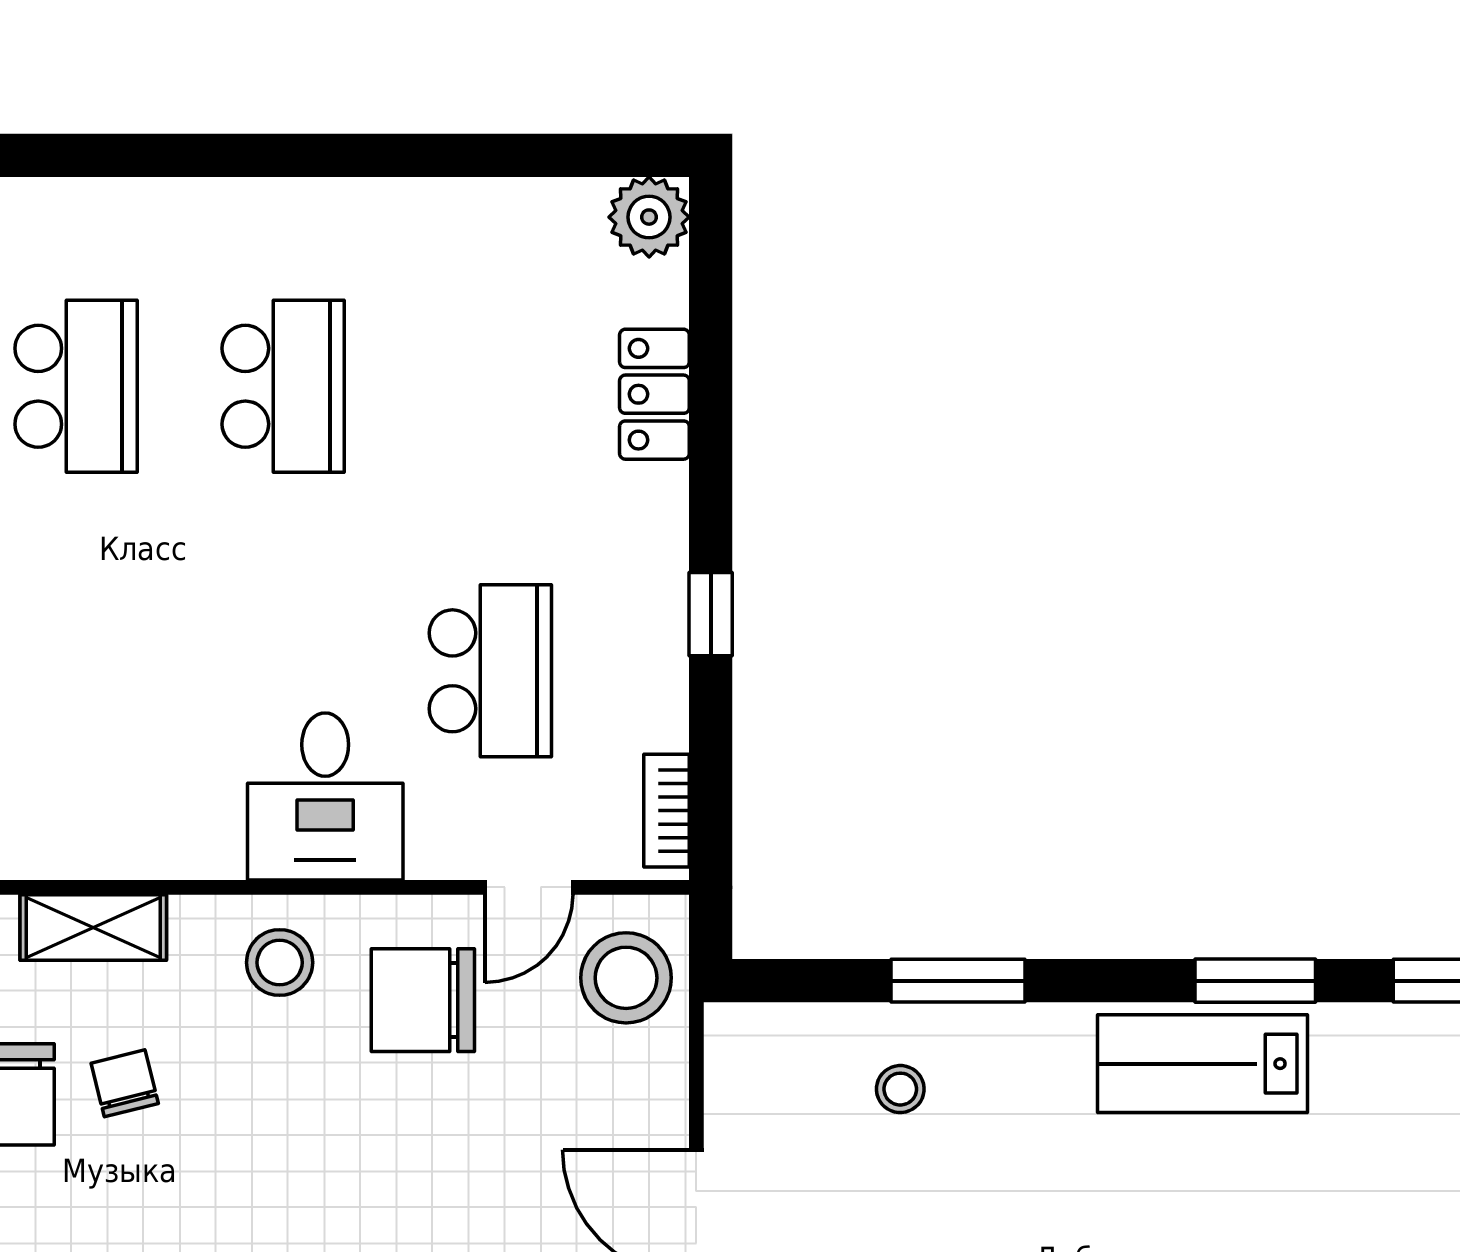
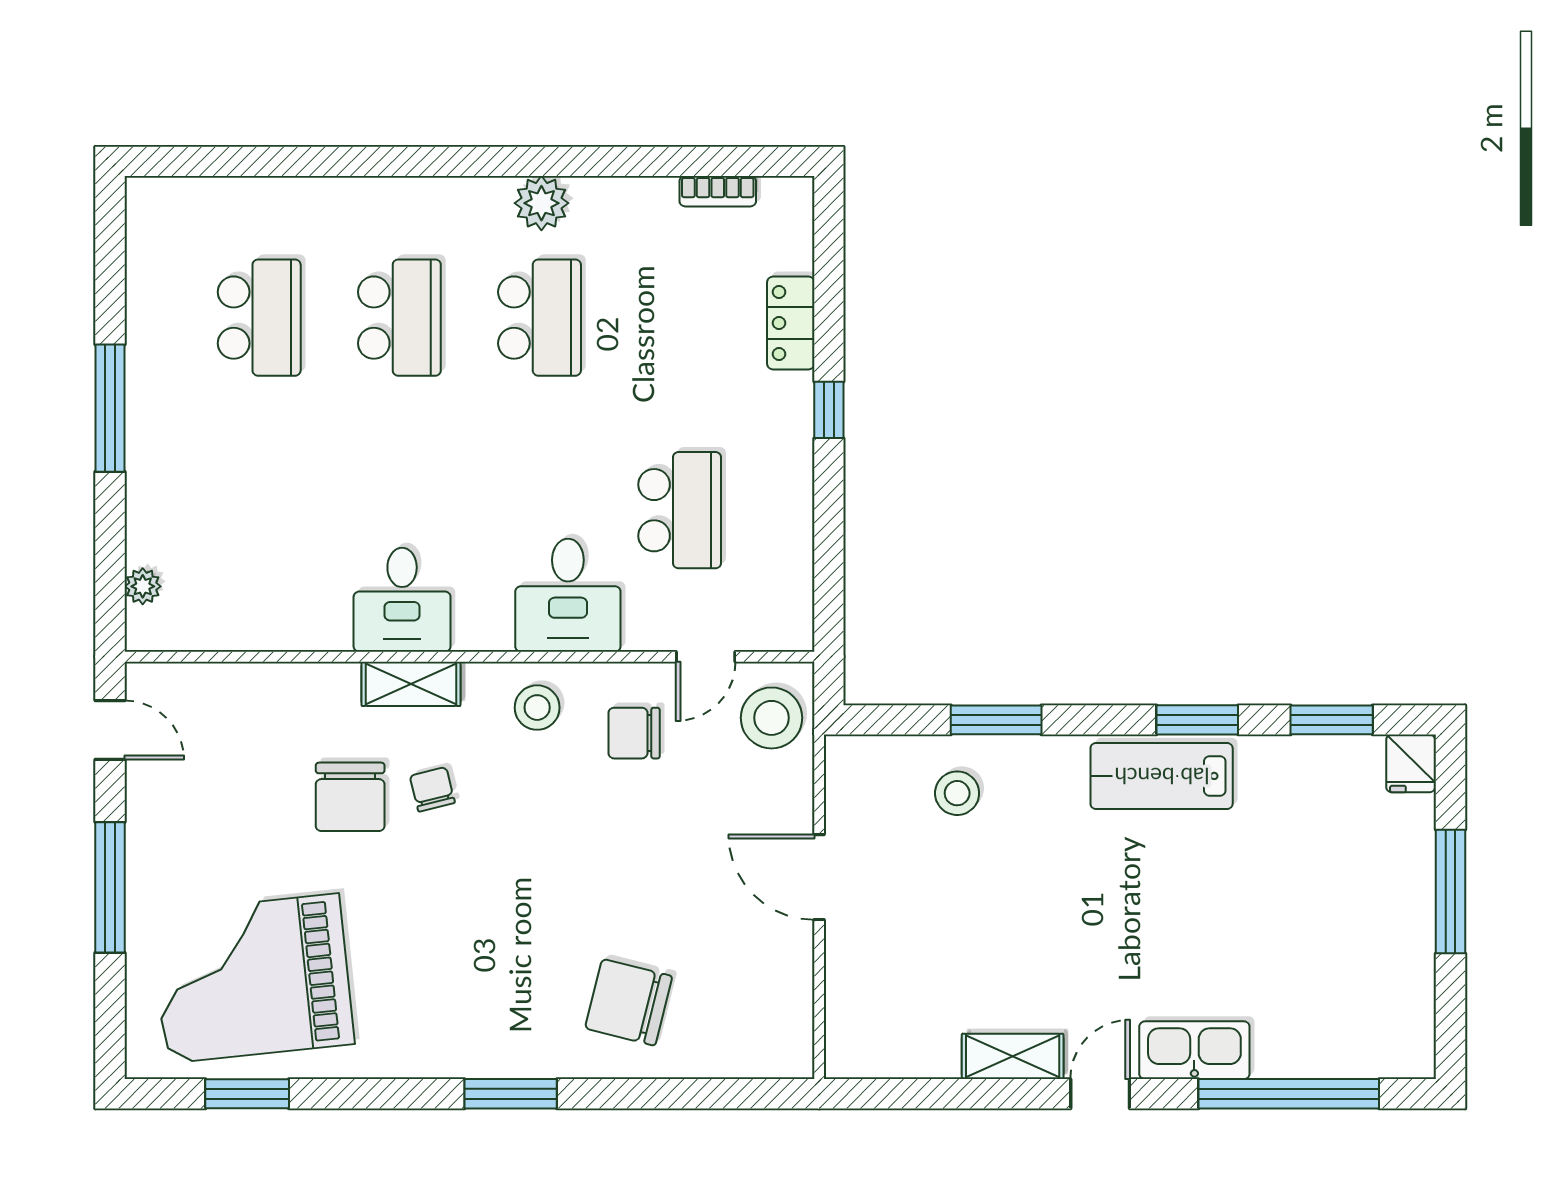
plant: (649, 217) -> (541, 203), moved
window: (711, 614) -> (829, 410), moved
desk: (80, 803) -> (402, 600), added
bookcase: (667, 811) -> (718, 191), moved, turned -90
chair: (423, 1000) -> (634, 733), width x0.73, depth x0.73
stool: (900, 1089) -> (957, 793), width x1.37, depth x1.37

